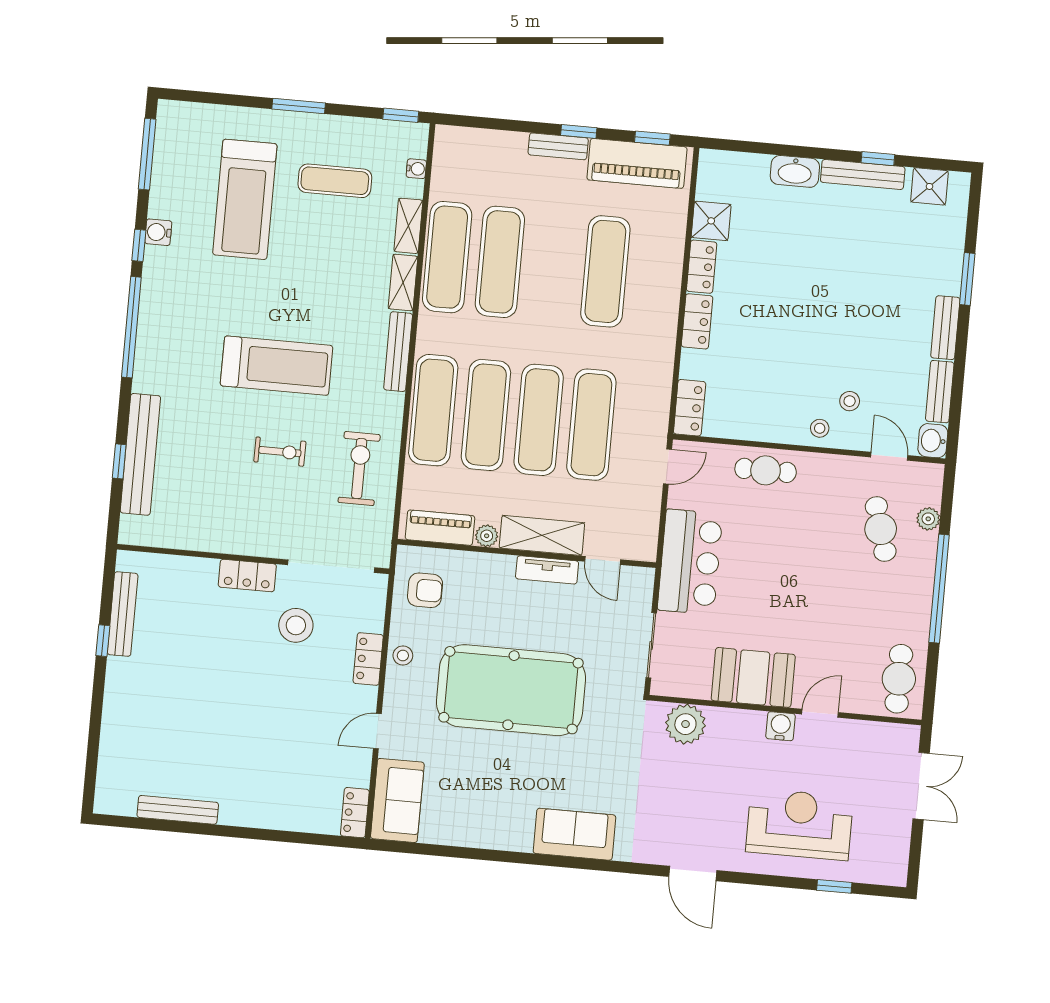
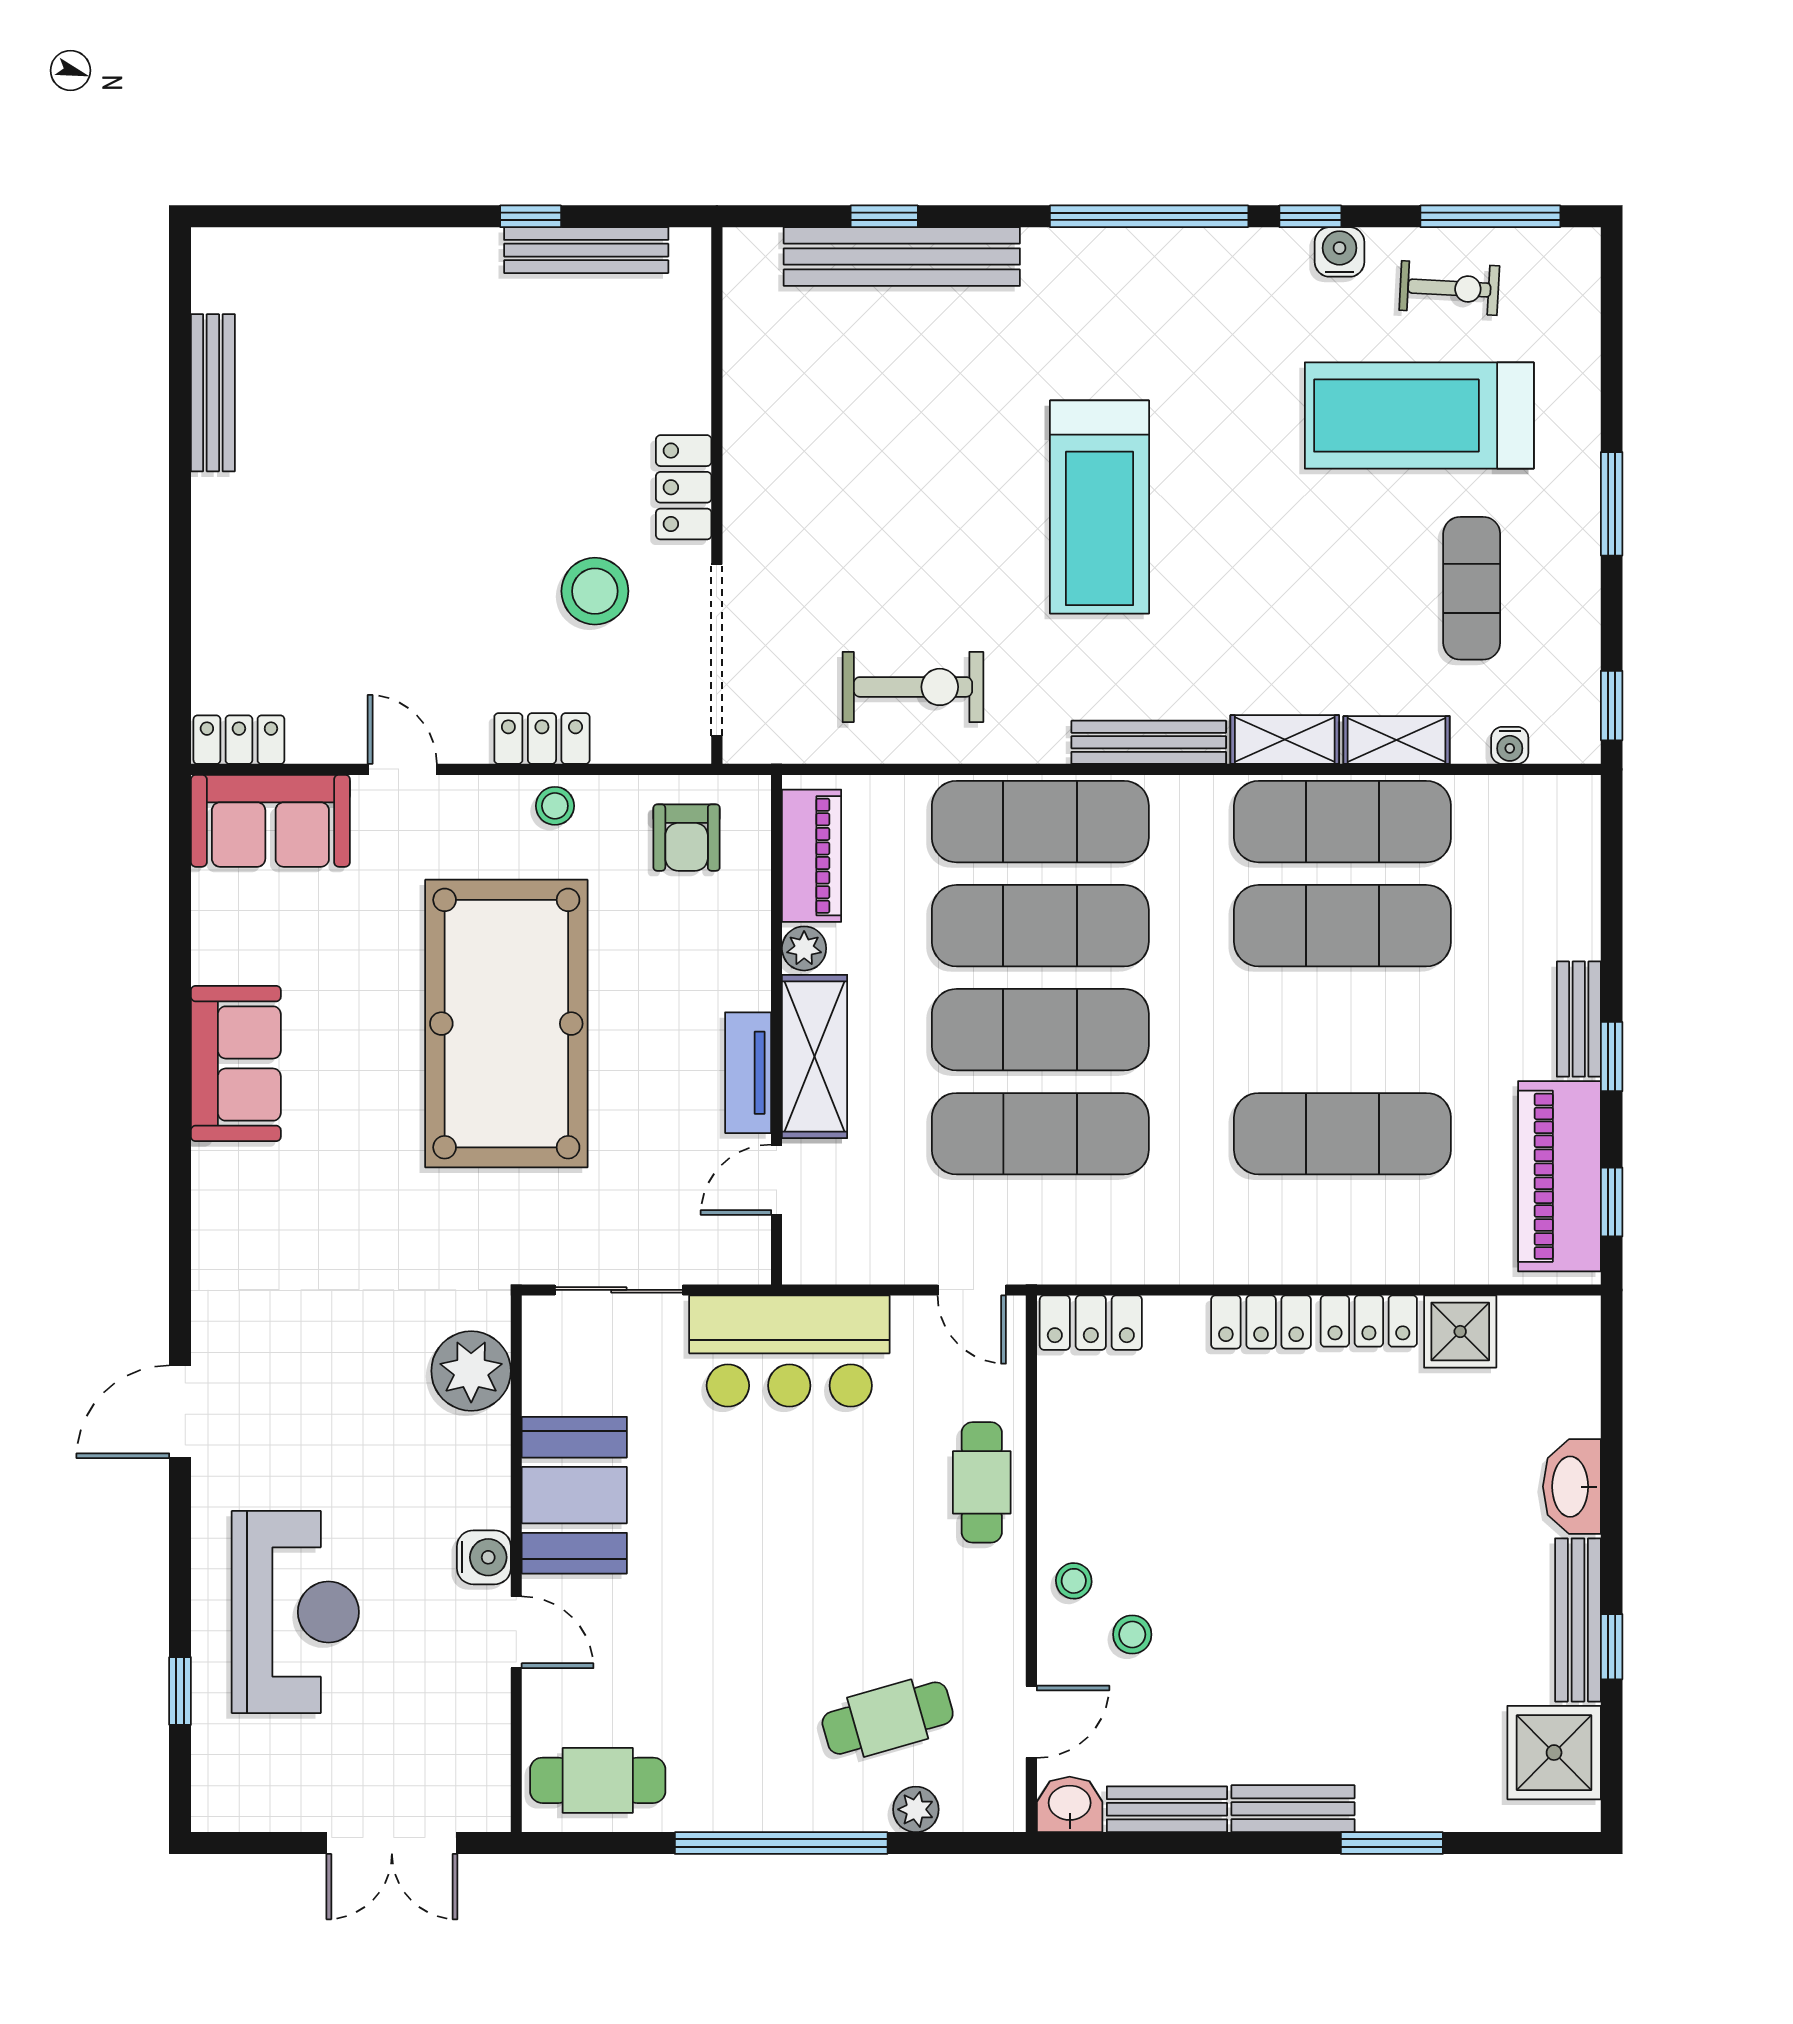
shower: (929, 186) -> (1554, 1753), width x1.36, depth x1.36
exercise bike: (280, 452) -> (1449, 288), moved, turned -87
sofa: (574, 834) -> (236, 1063), moved

